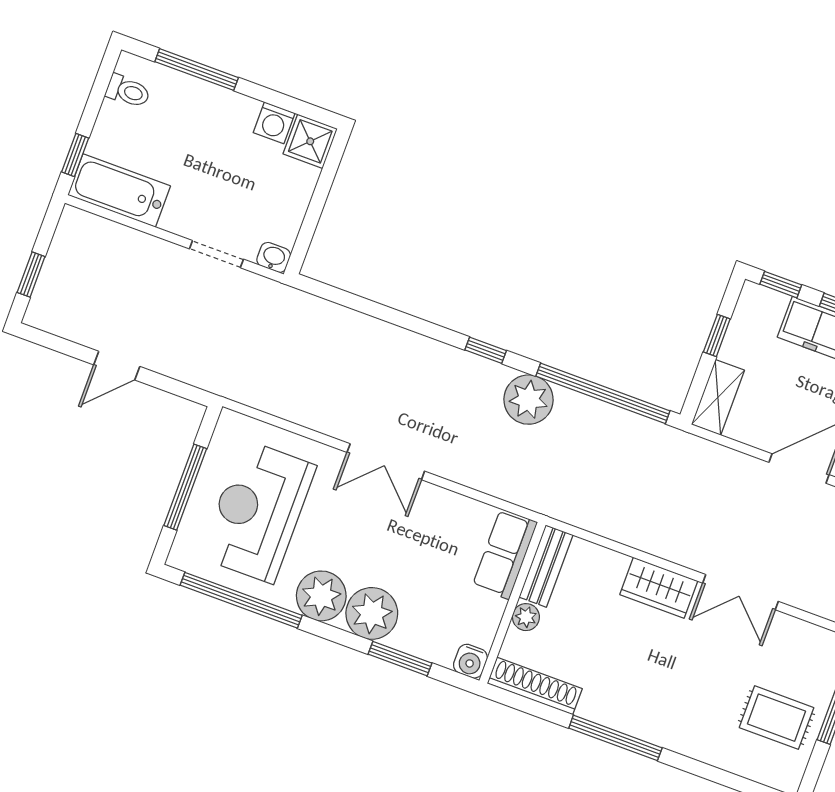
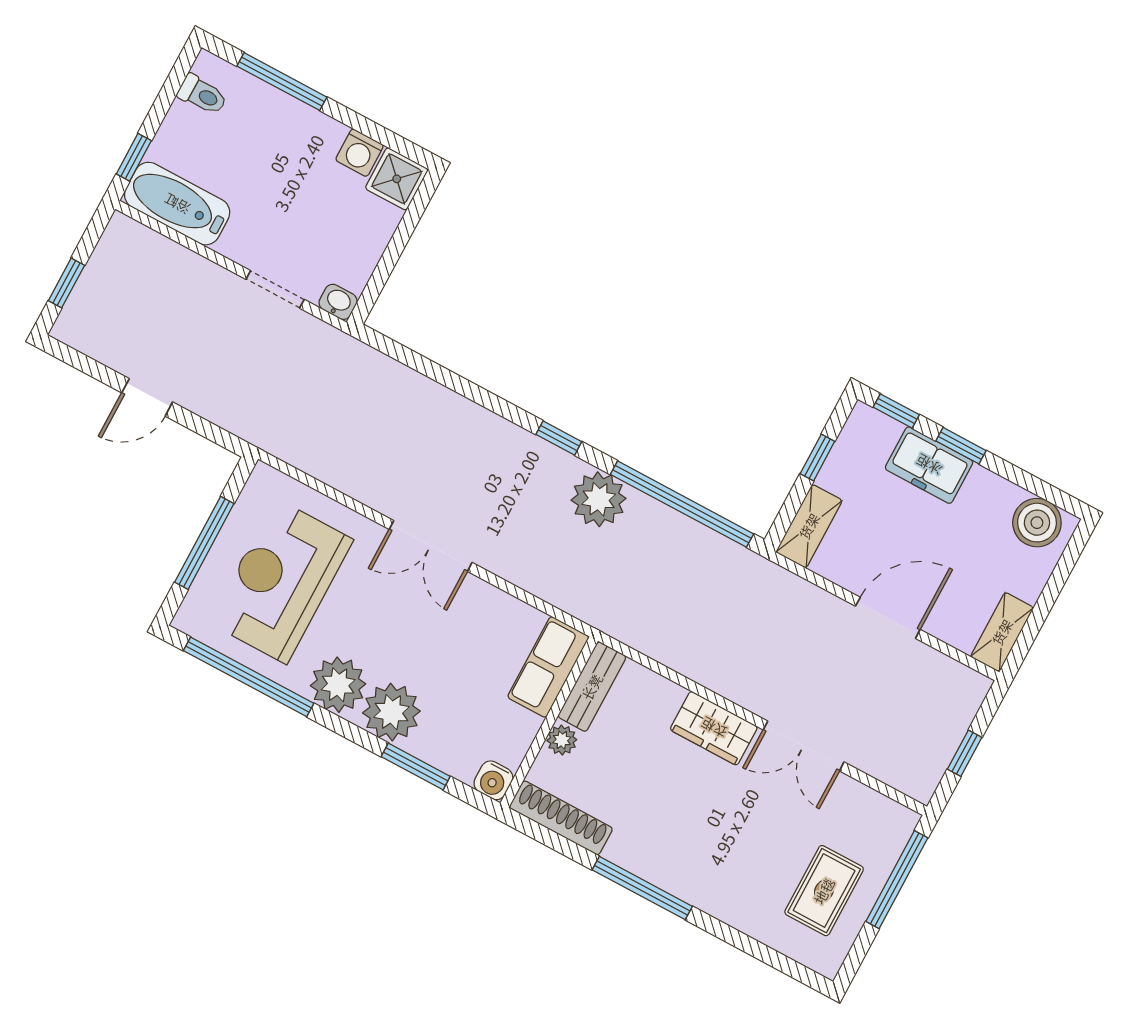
rug: (777, 718) -> (824, 891), turned 90

